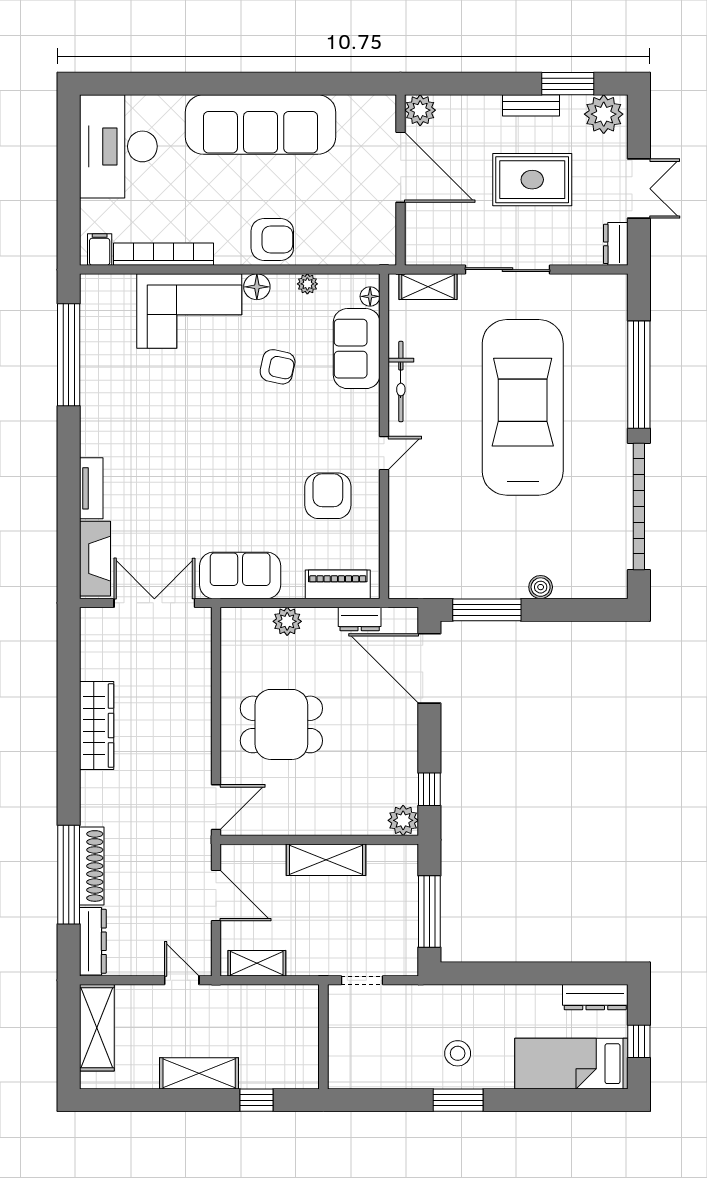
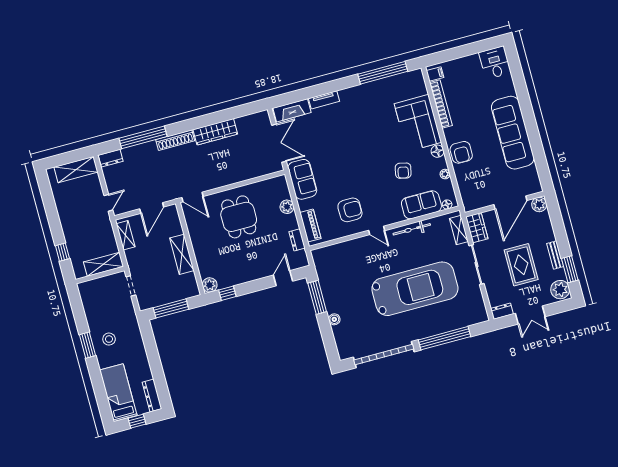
desk: (118, 146) -> (495, 63), width x0.53, depth x0.77
wardrobe: (433, 249) -> (477, 228), added
door: (429, 668) -> (283, 278), width x0.53
shoe rack: (92, 866) -> (175, 140), moved
dresser: (93, 941) -> (111, 158), width x0.70
shelving: (199, 1073) -> (103, 264), moved, turned 90

